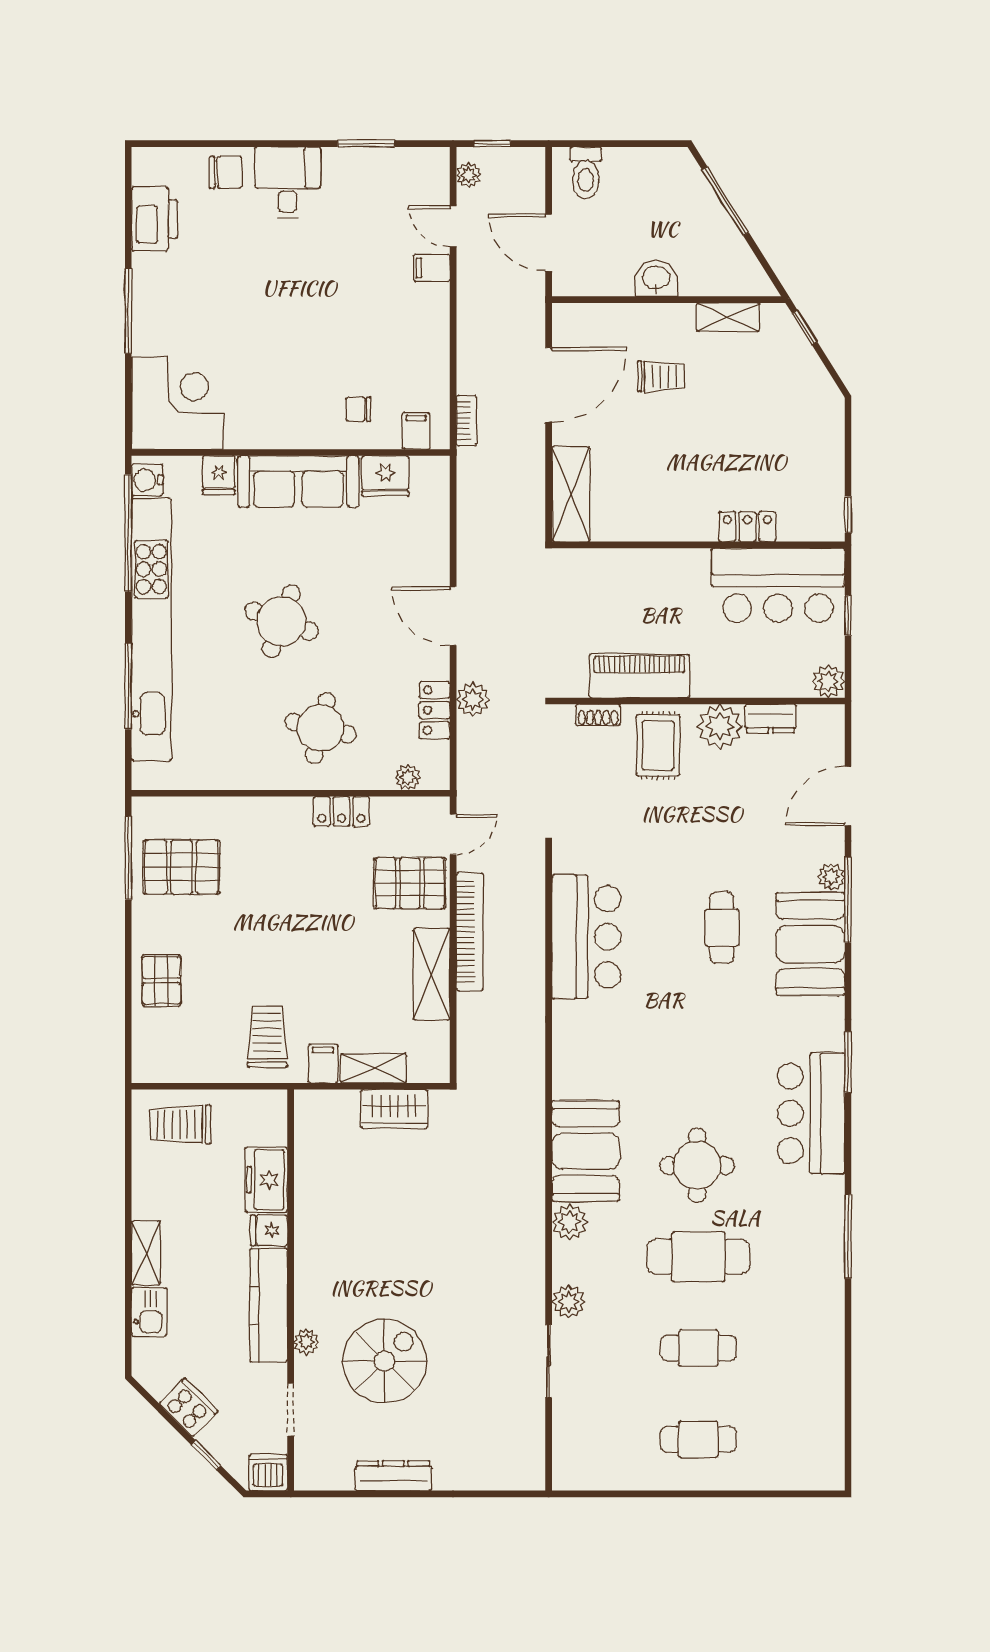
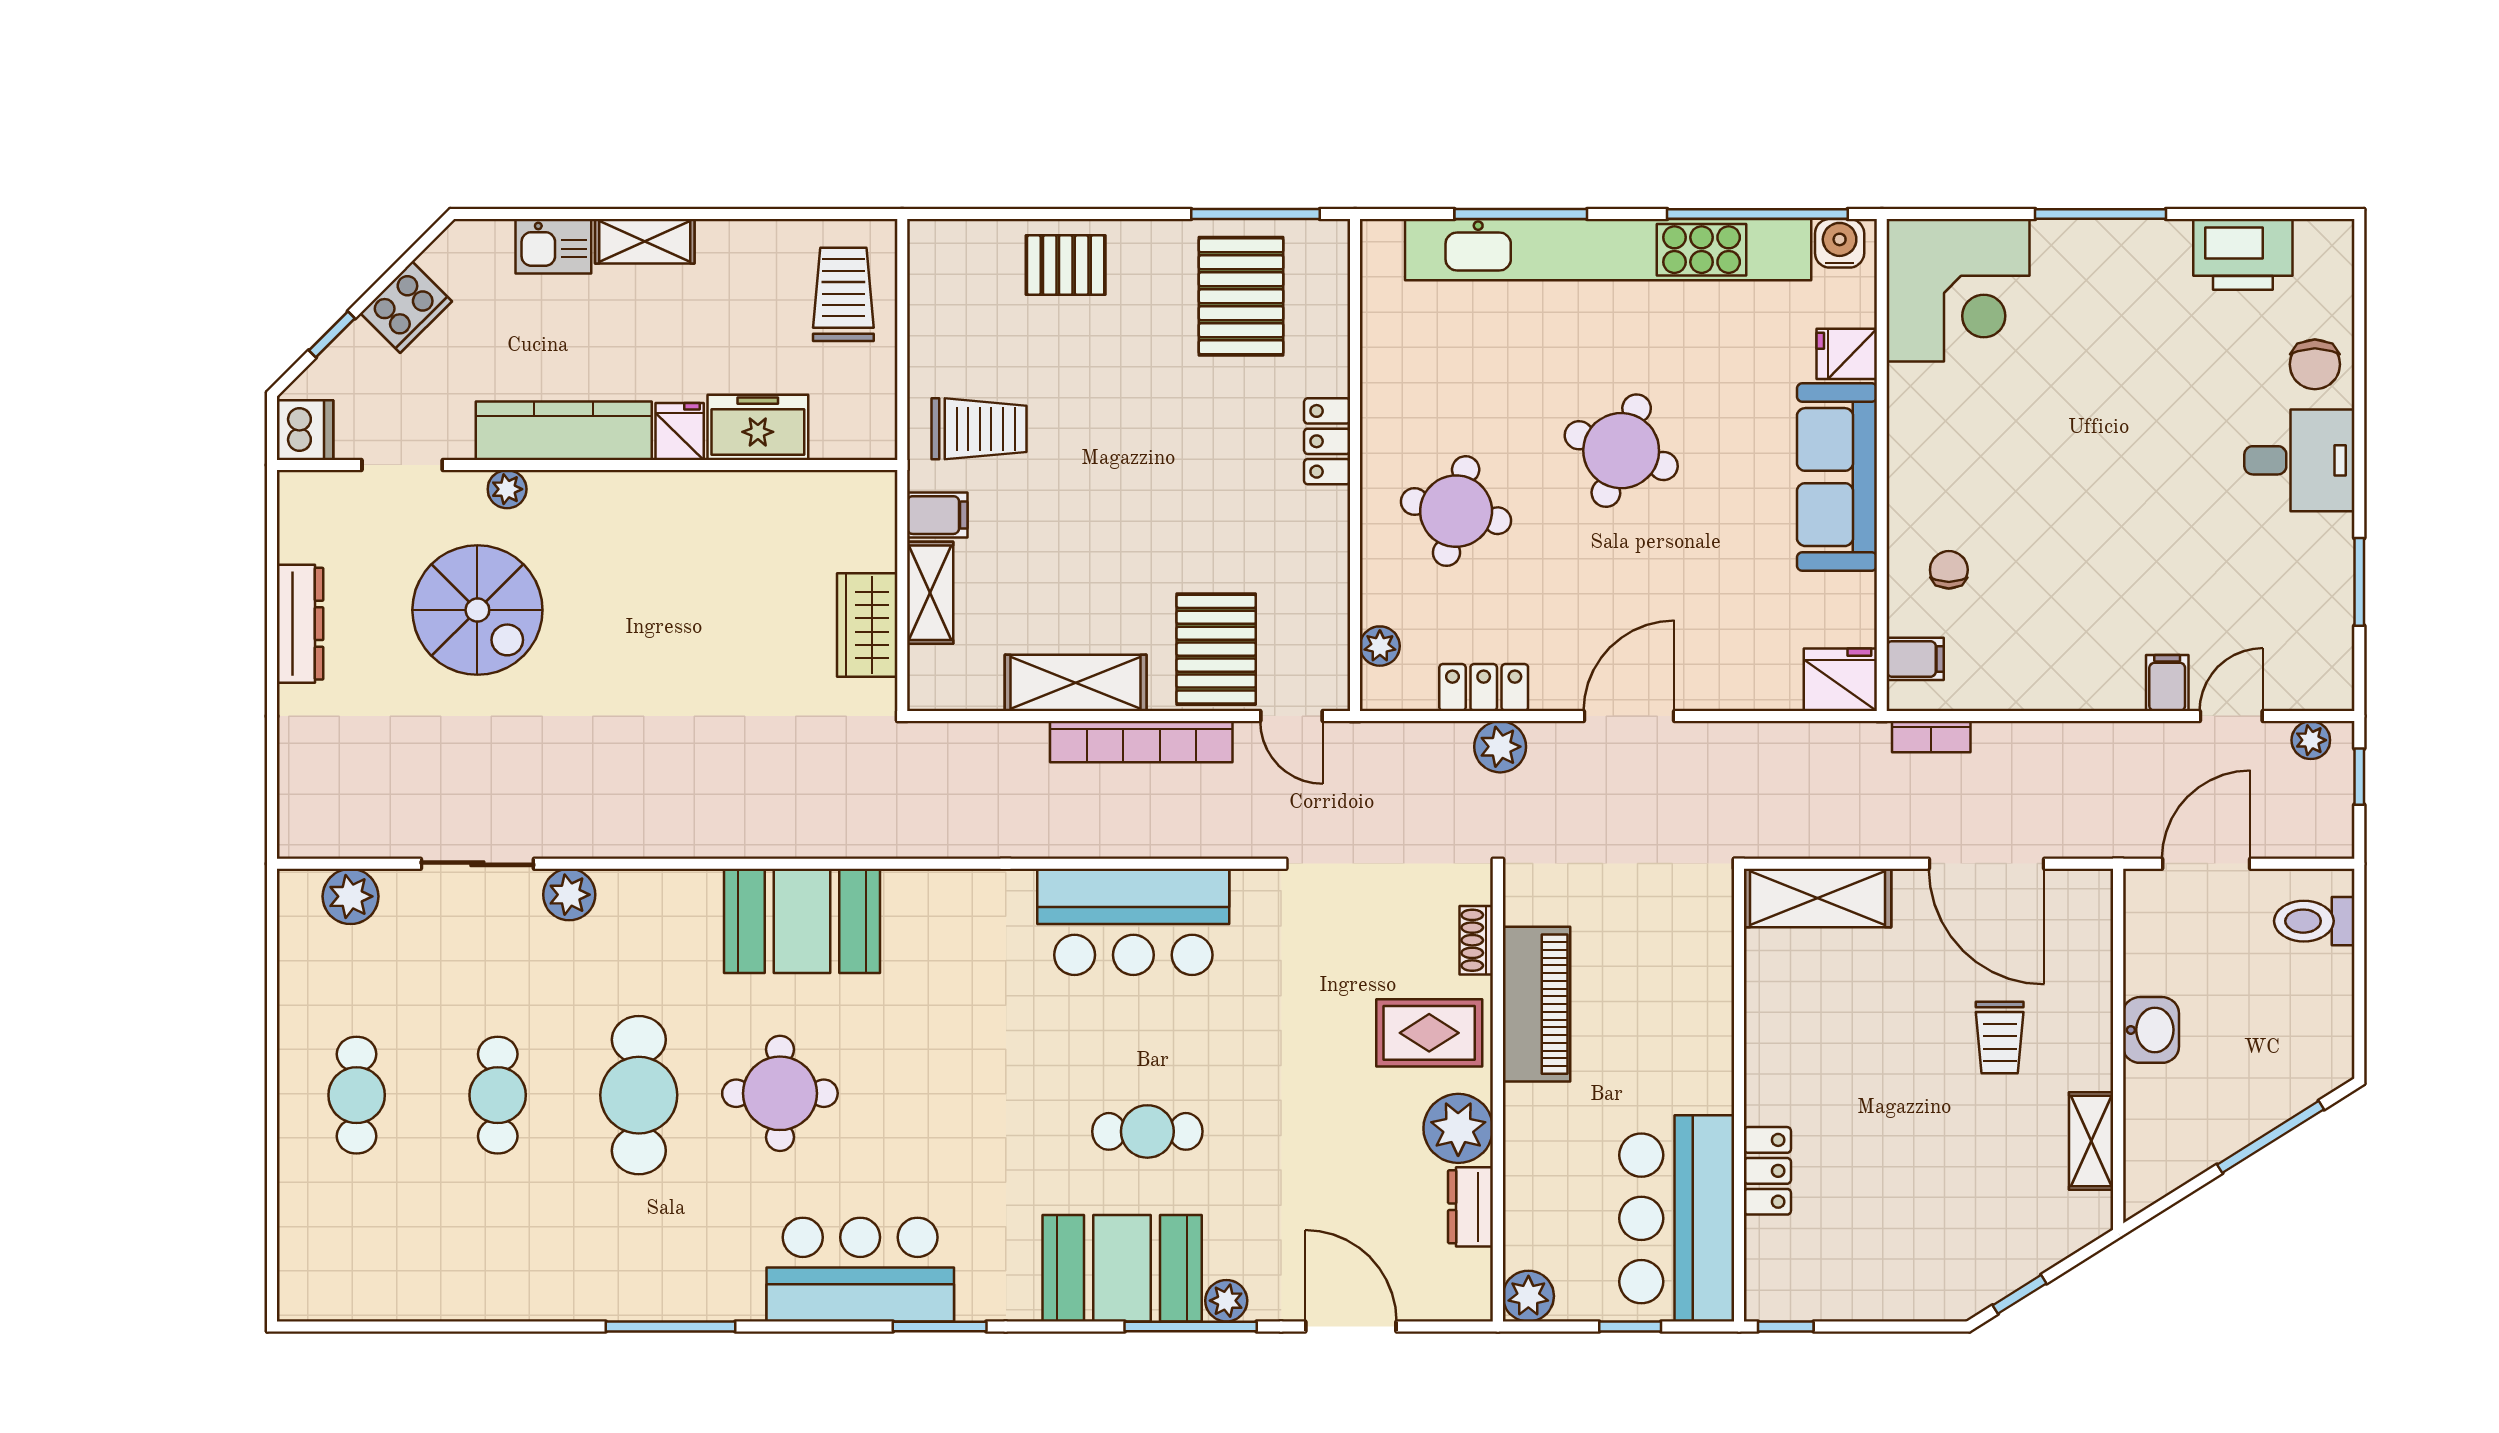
window: (805, 327) -> (2019, 1294), moved
fridge: (385, 476) -> (1840, 680), moved, turned 90
locker: (341, 811) -> (1327, 441), moved
plant: (570, 1222) -> (351, 896), moved

